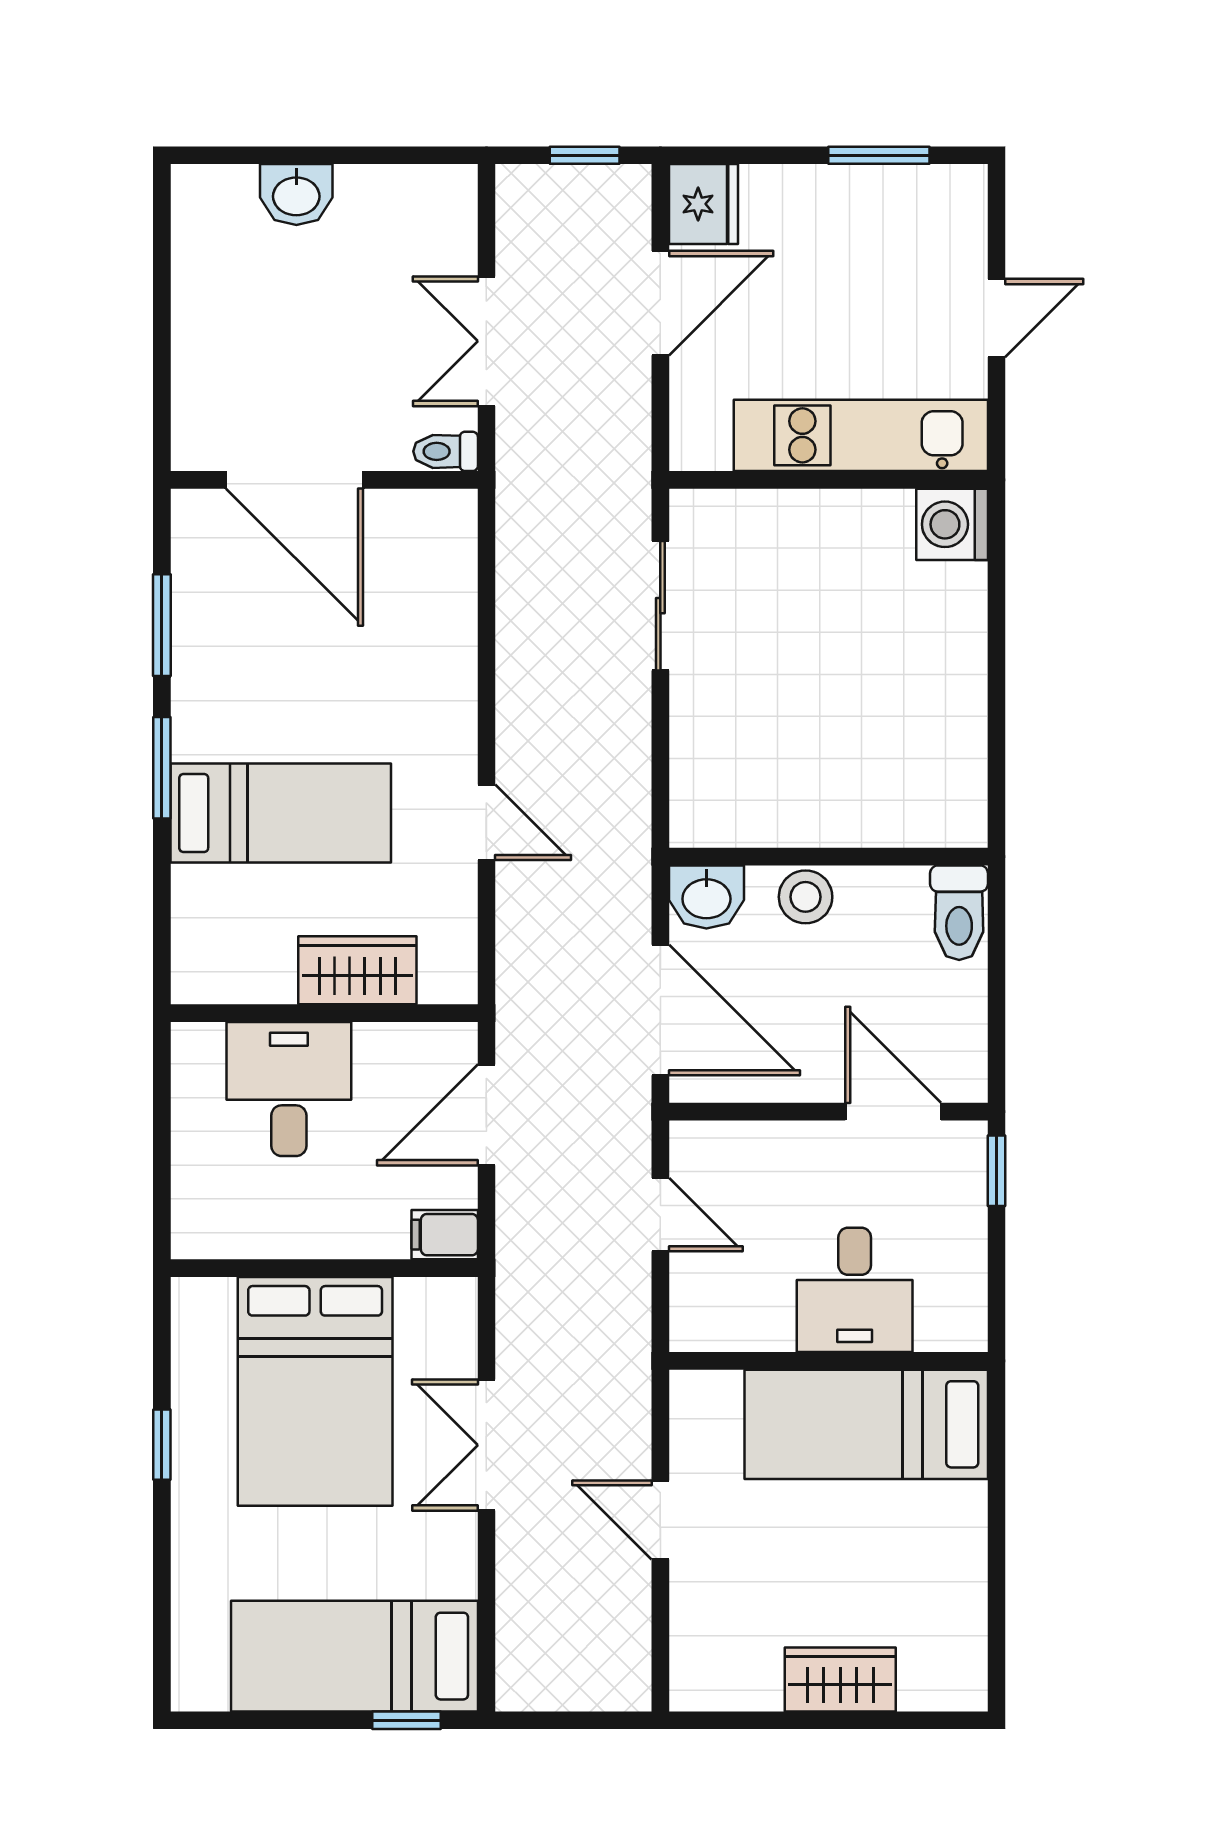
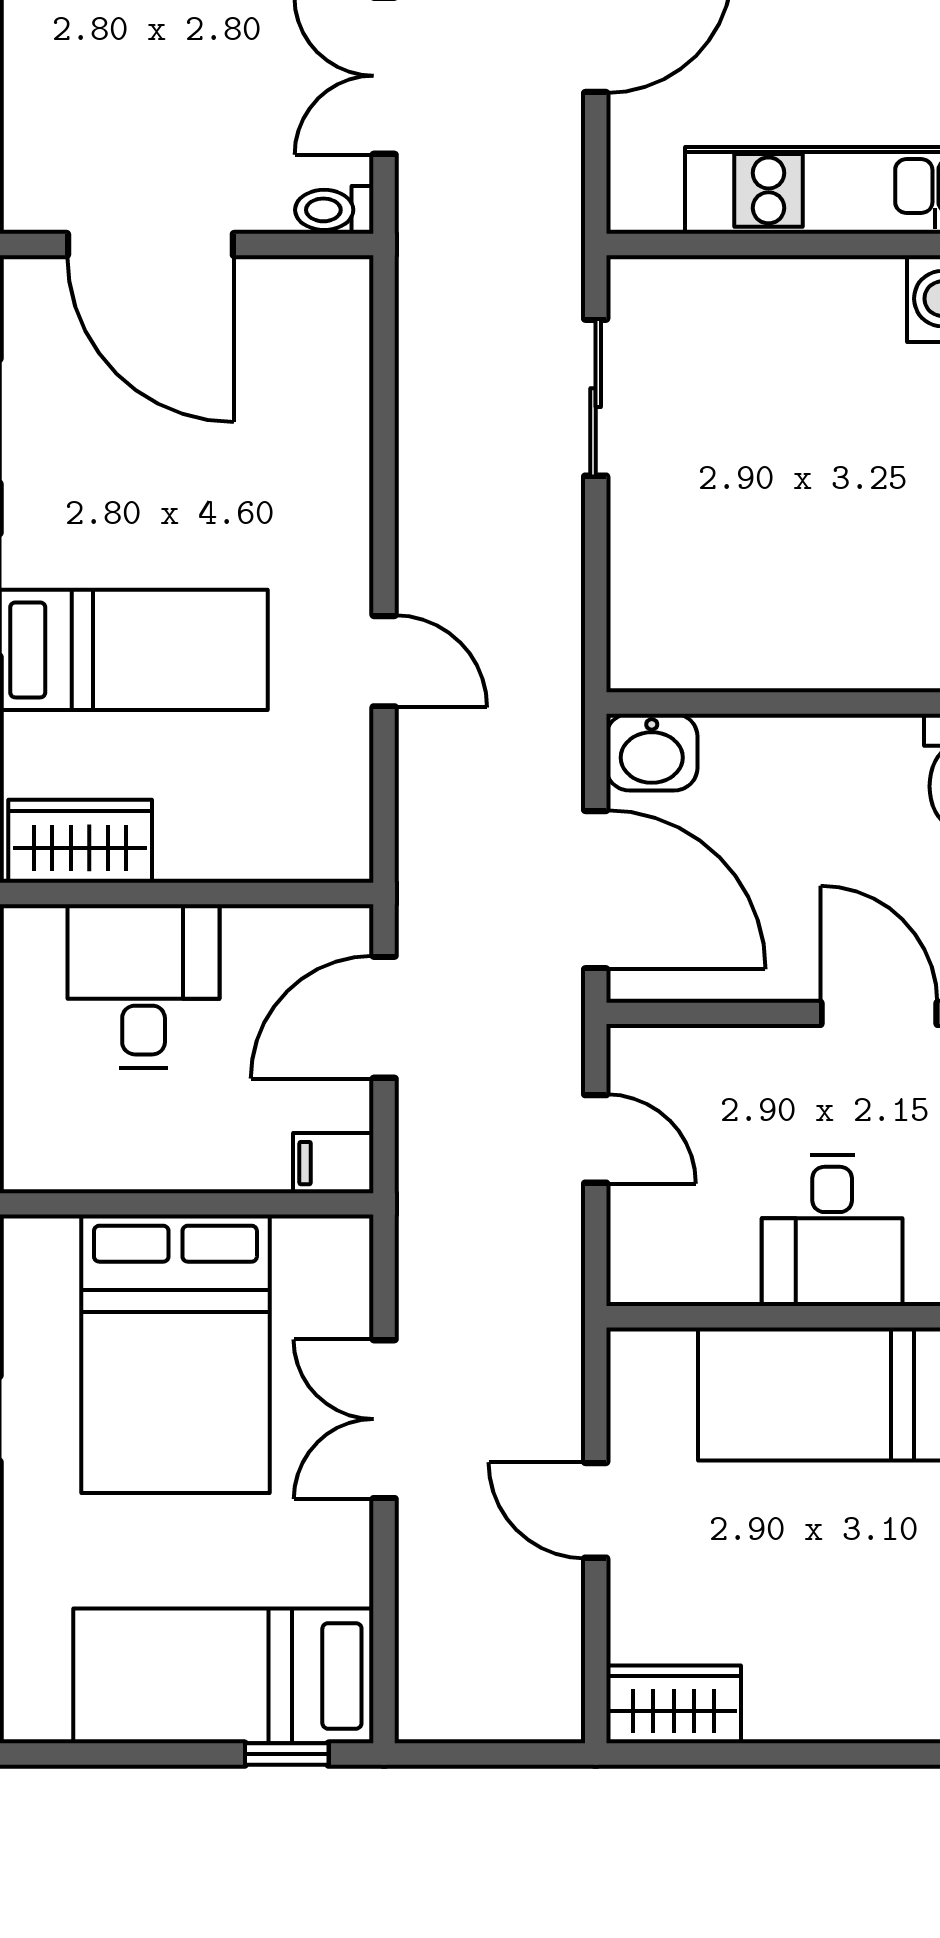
stool: (806, 897) -> (772, 752), removed
wardrobe: (357, 970) -> (80, 841), moved
wardrobe: (840, 1679) -> (674, 1704), moved

